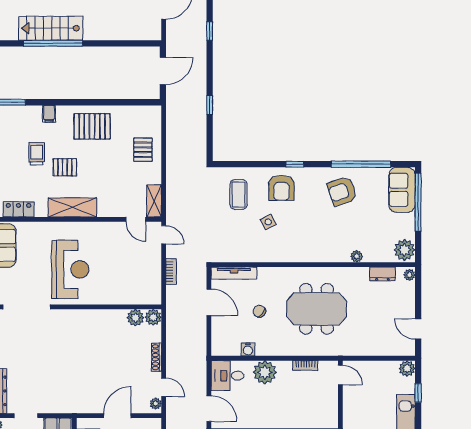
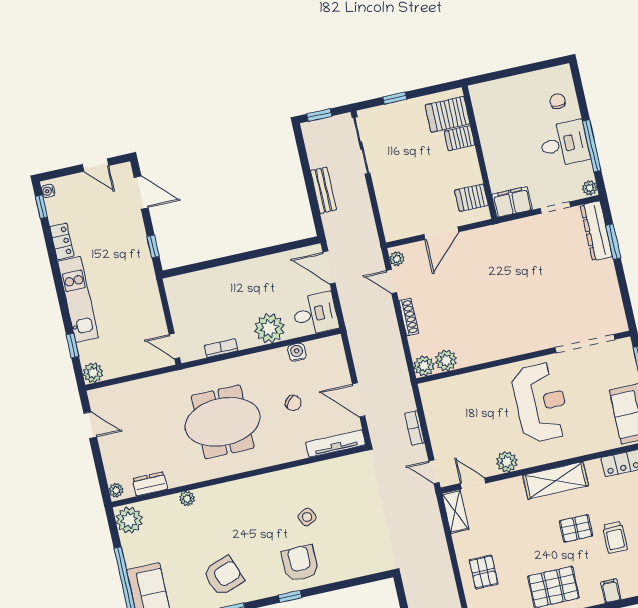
coffee table: (239, 195) -> (352, 543), removed
plant: (106, 230) -> (507, 462), added
reception desk: (70, 269) -> (541, 402), turned 180

